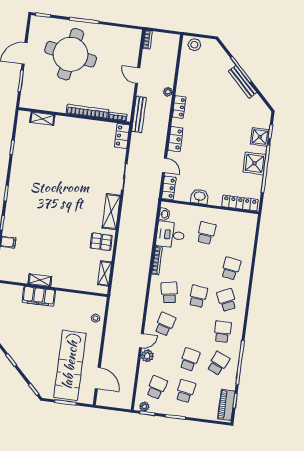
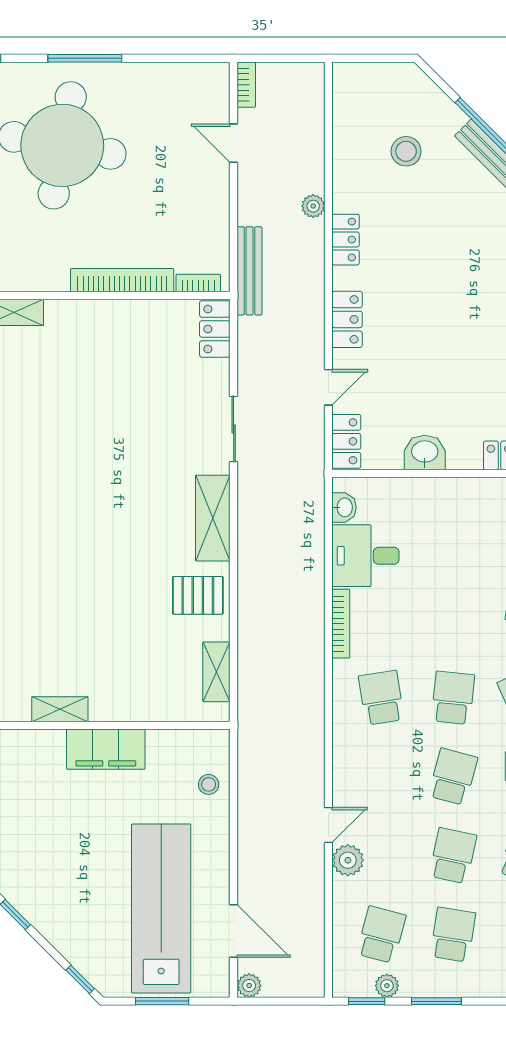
stool: (194, 45) -> (406, 151), moved
door: (138, 76) -> (234, 143), moved
door: (164, 165) -> (328, 387), hinge flipped
school desk: (206, 233) -> (453, 540), removed
filing cabinet: (39, 296) -> (106, 749), moved
school desk: (165, 324) -> (453, 777), moved
lab bench: (70, 365) -> (161, 908), turned 180
plant: (101, 401) -> (249, 986), added
plant: (144, 407) -> (387, 986), moved

